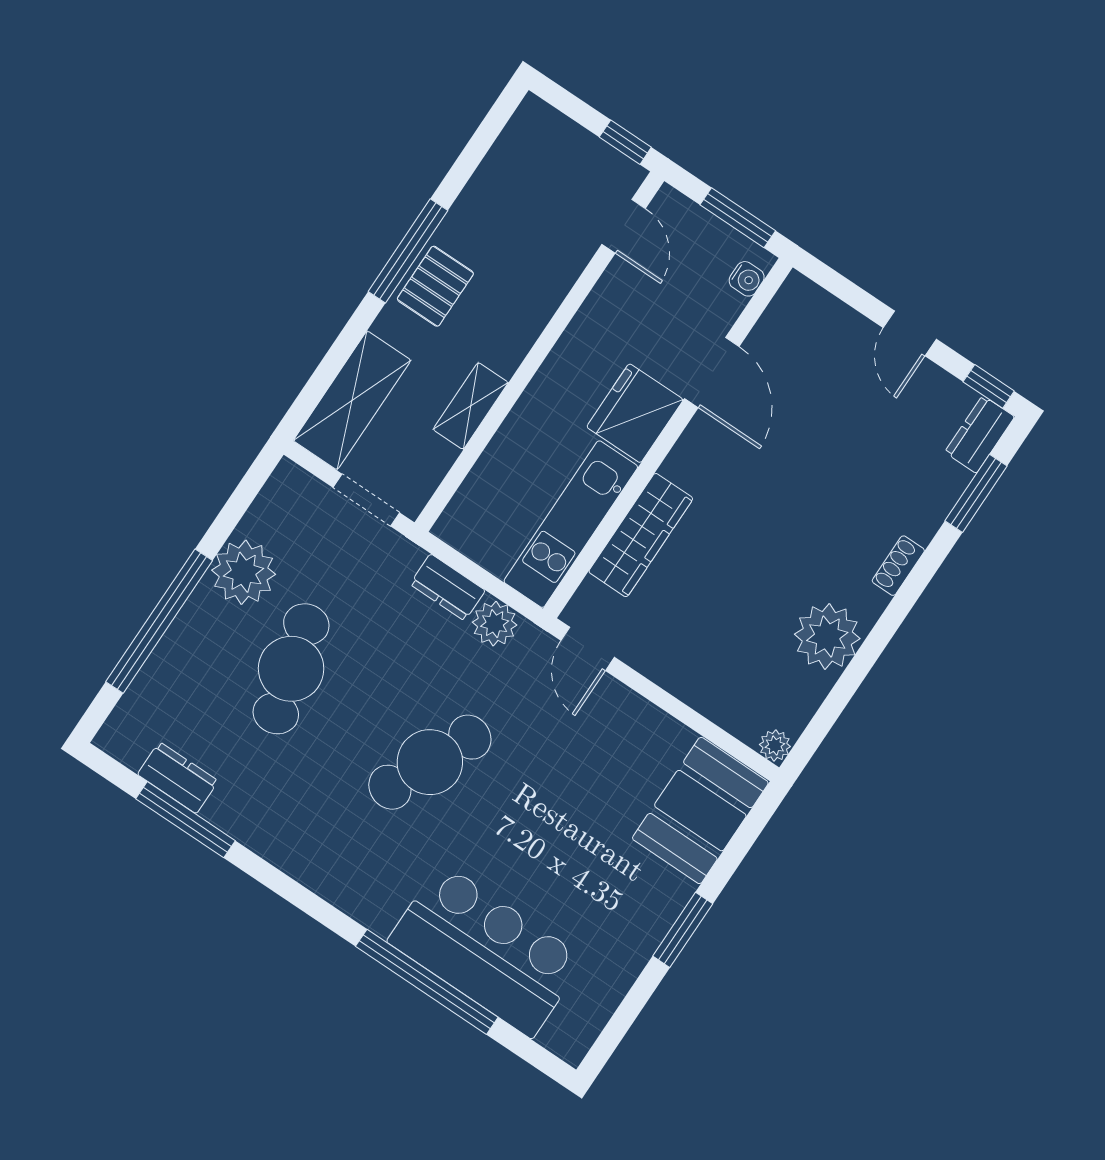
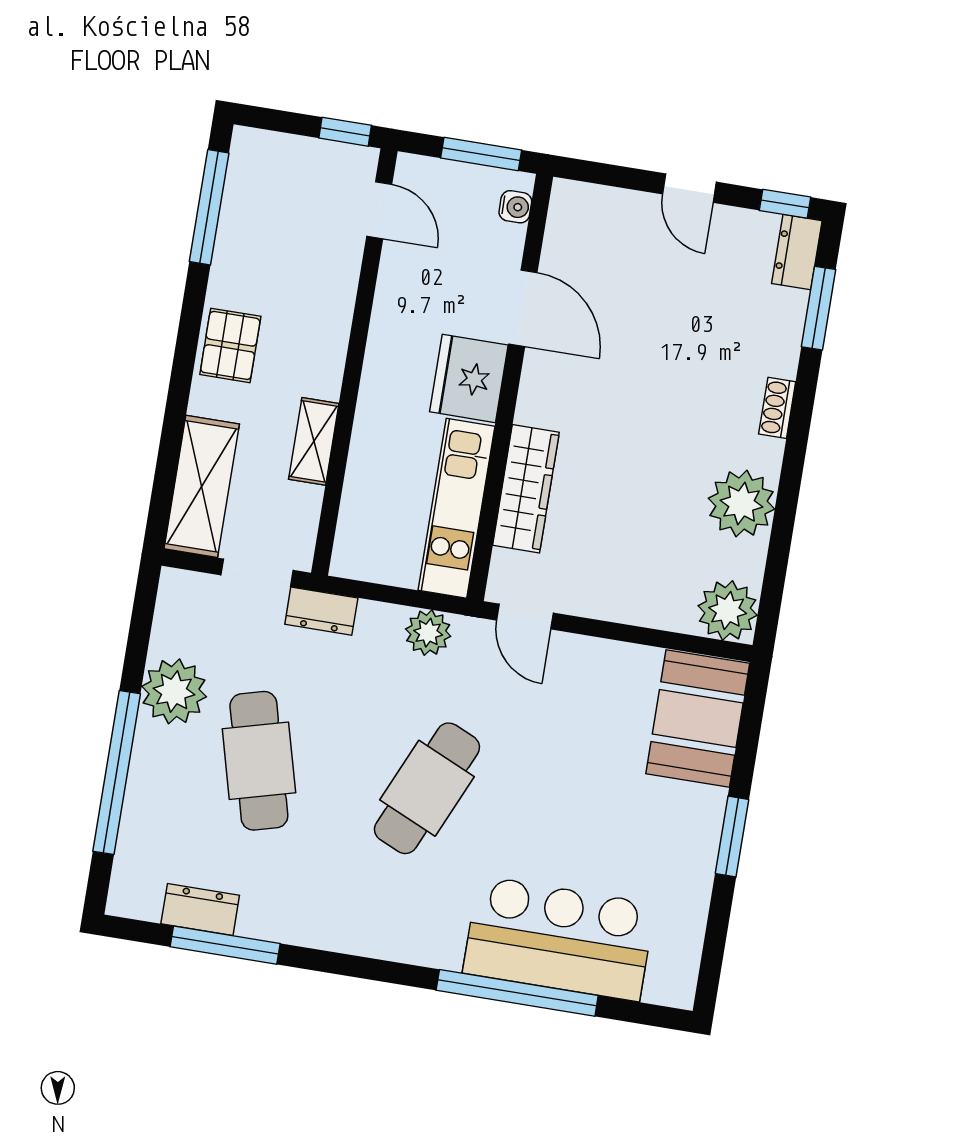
window: (408, 251) -> (209, 207), moved
dresser: (448, 587) -> (321, 611), moved
plant: (775, 745) -> (728, 610), width x1.88, depth x1.88

